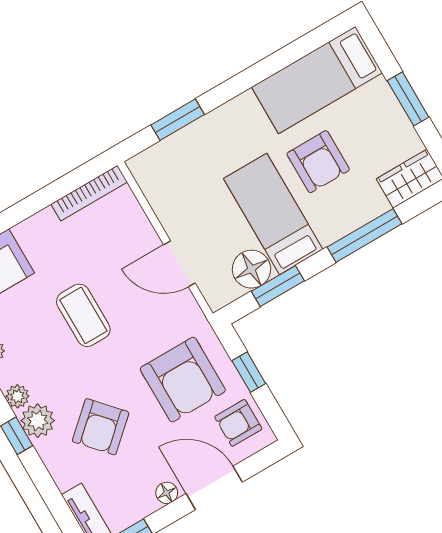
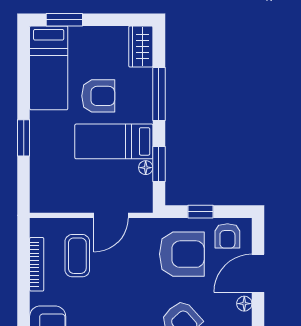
window: (408, 99) -> (64, 20), moved
window: (178, 120) -> (24, 138), moved
bookcase: (89, 193) -> (37, 264), moved
floor lamp: (251, 269) -> (146, 168), width x0.53, depth x0.53
coffee table: (83, 315) -> (77, 256), moved, turned 90

